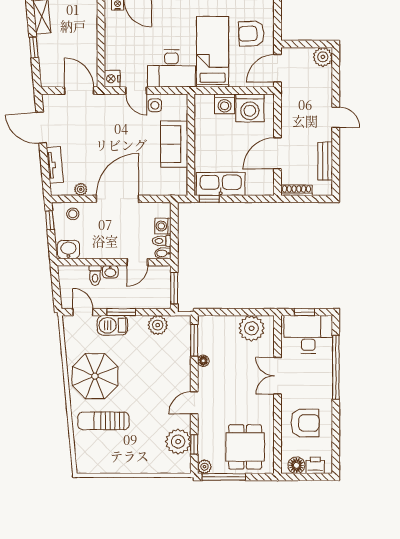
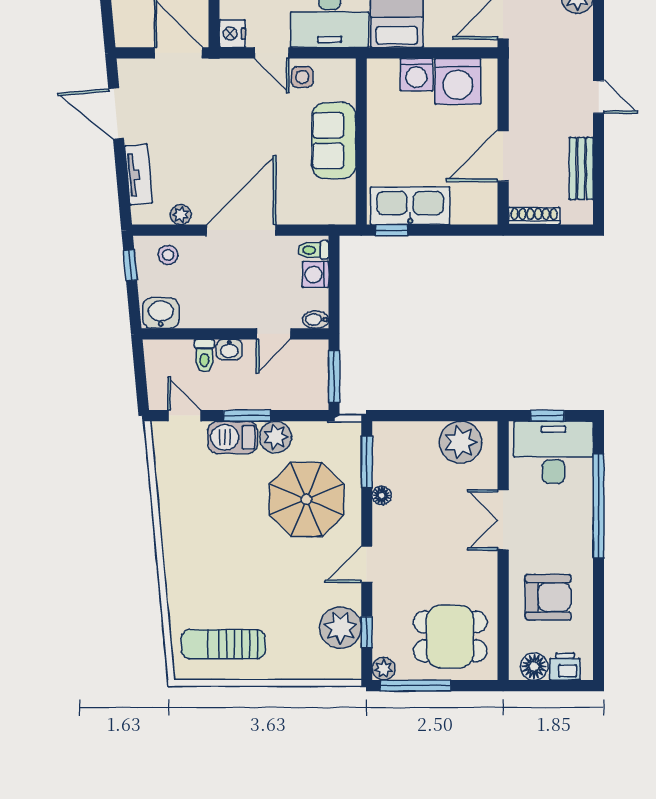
toilet: (162, 241) -> (313, 250), moved
plant: (158, 325) -> (276, 437), moved
parasol: (95, 376) -> (306, 499), moved
sun lounger: (103, 421) -> (223, 644), moved
dining table: (245, 447) -> (450, 636), turned 90

